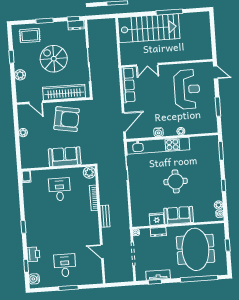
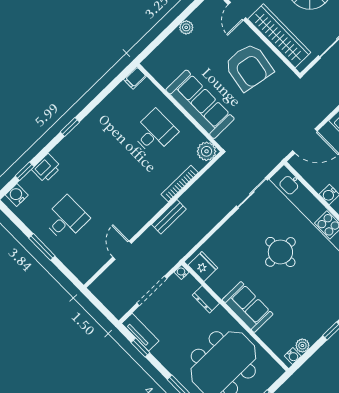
sofa: (65, 157) -> (200, 104), width x1.36
round table: (176, 181) -> (280, 252), moved
fridge: (157, 219) -> (203, 267), moved
tv unit: (158, 275) -> (140, 332), moved

